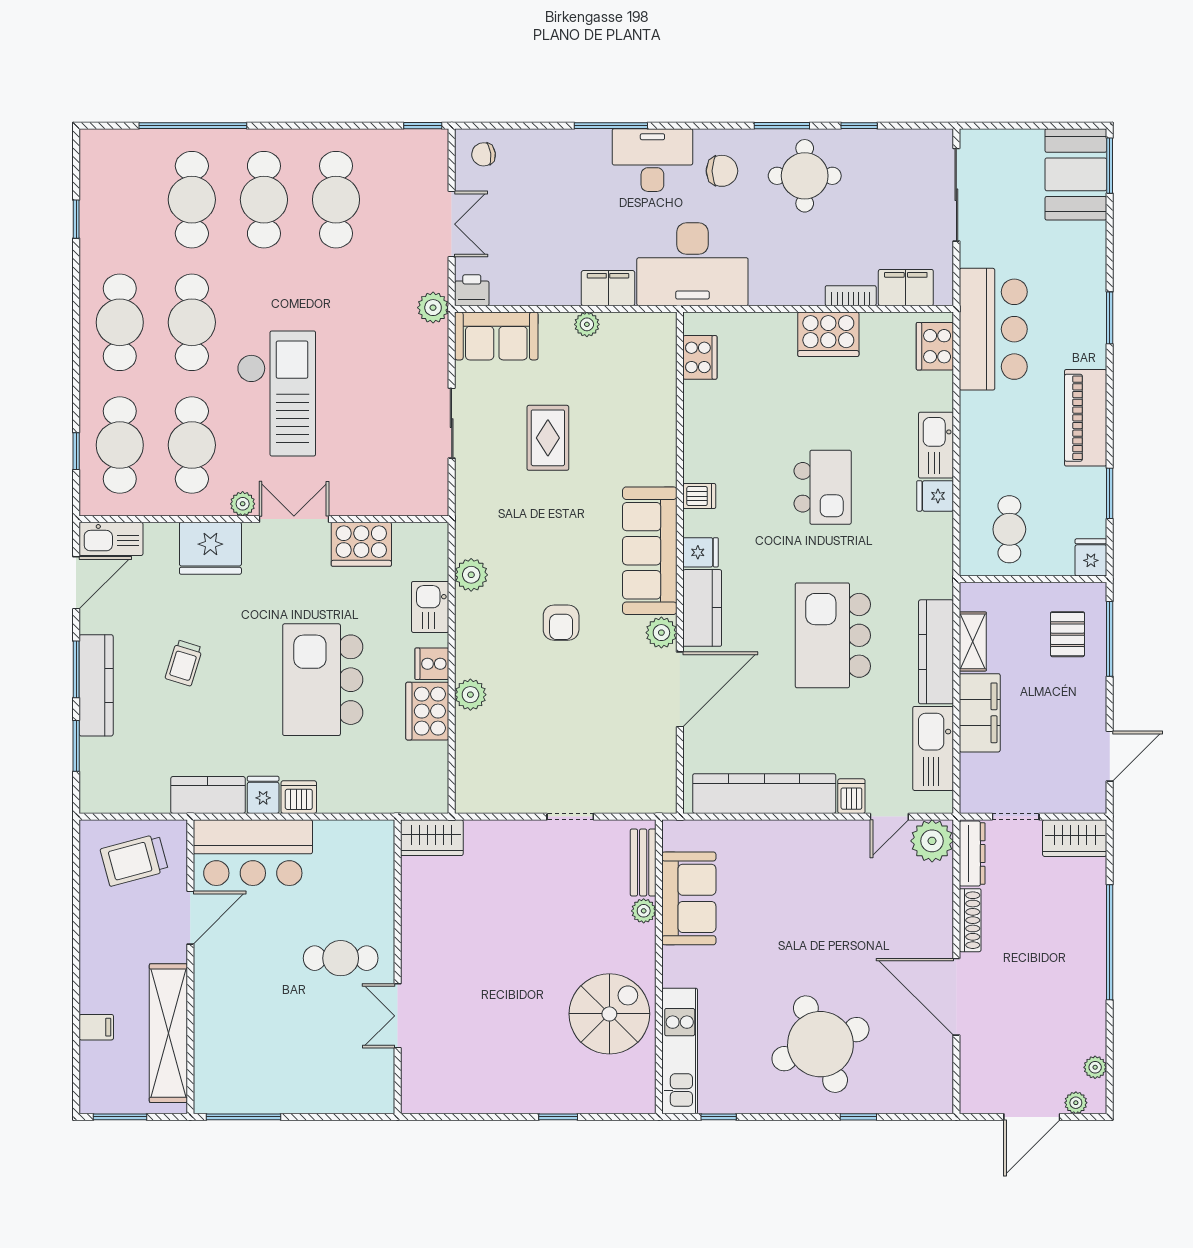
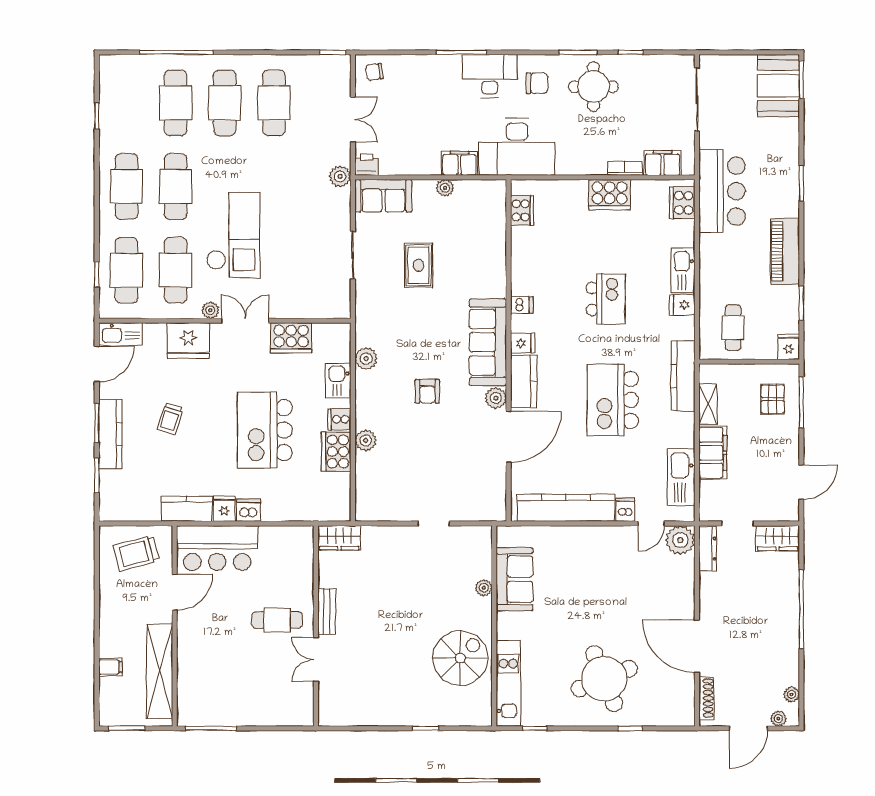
kitchen counter: (936, 652) -> (683, 376), moved
bench: (643, 862) -> (327, 612), moved
shoe rack: (970, 920) -> (706, 698), moved

